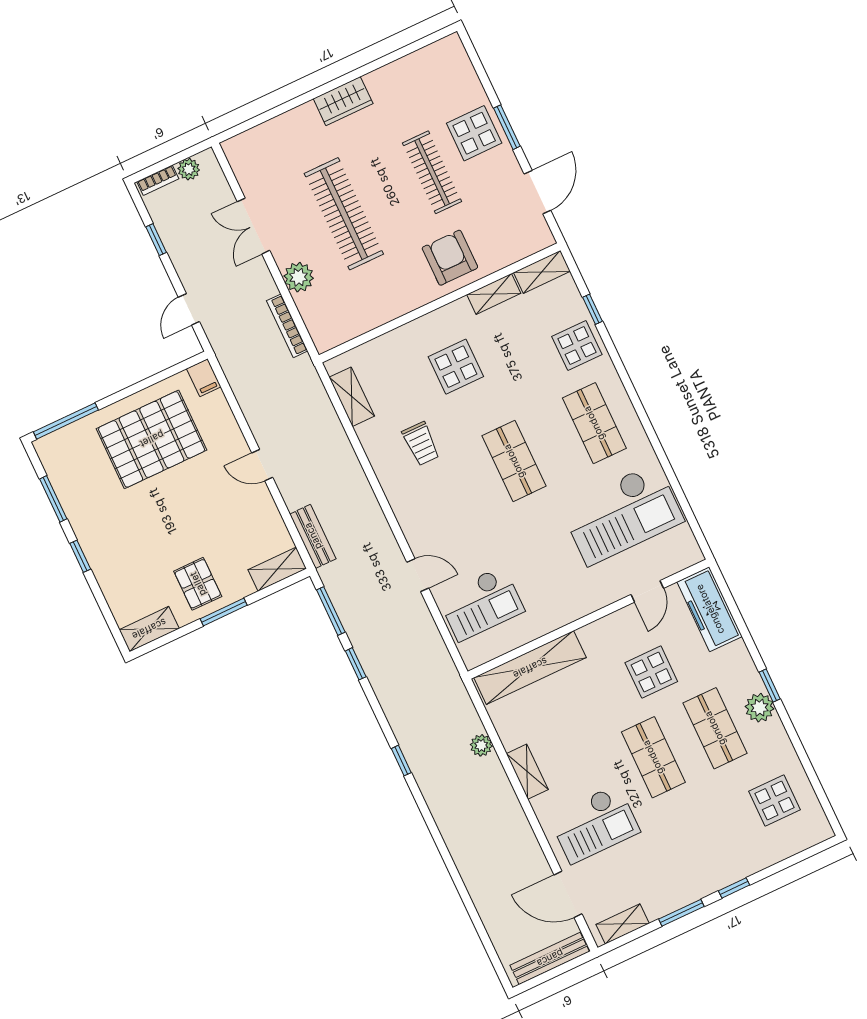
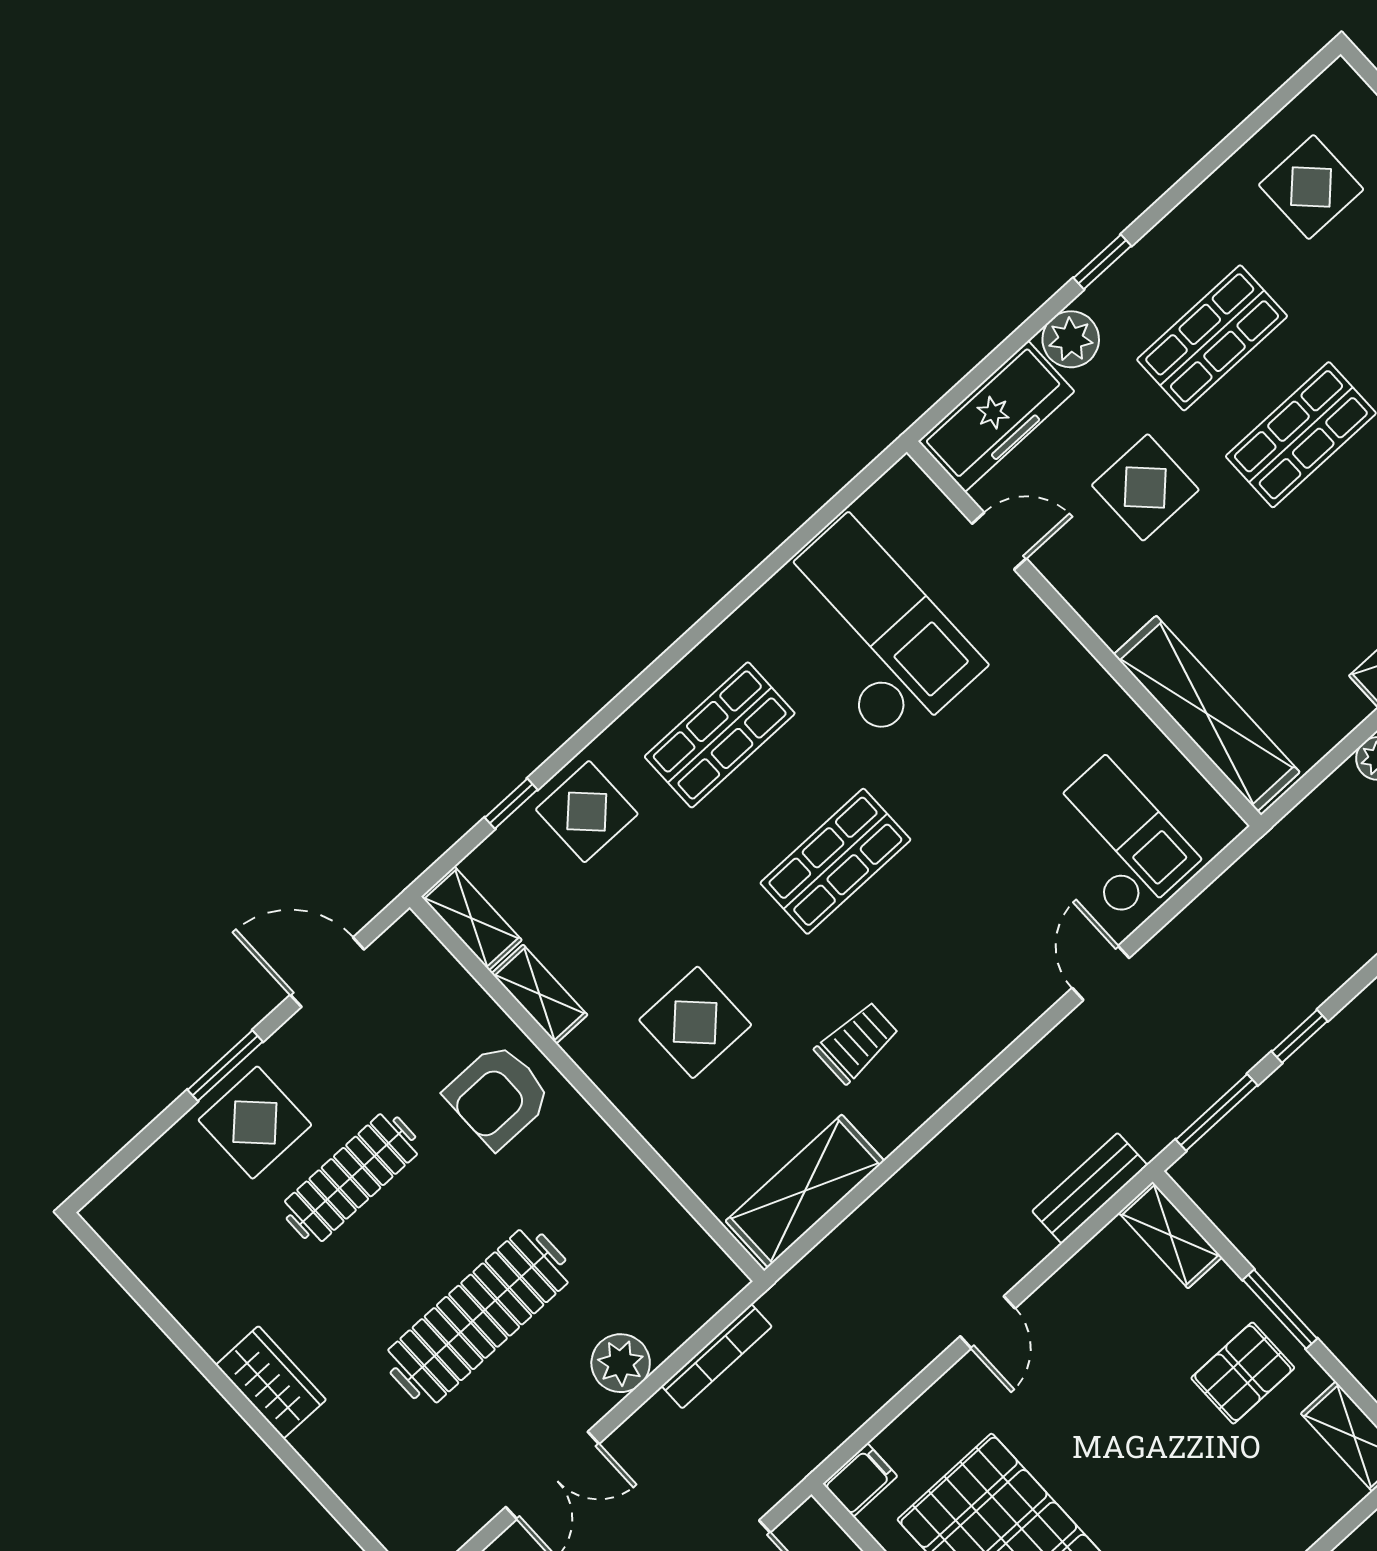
shelving: (352, 397) -> (805, 1191), width x1.50, depth x1.33
plant: (760, 708) -> (1071, 339), moved

